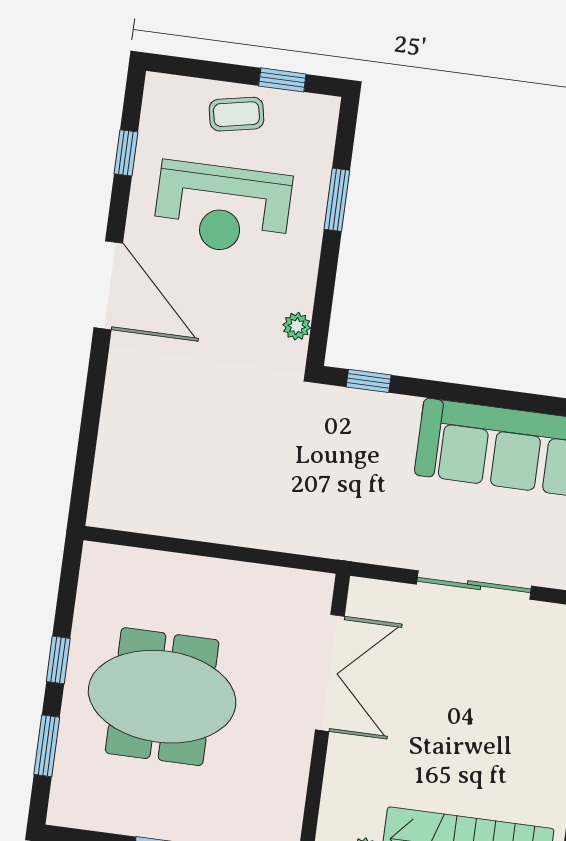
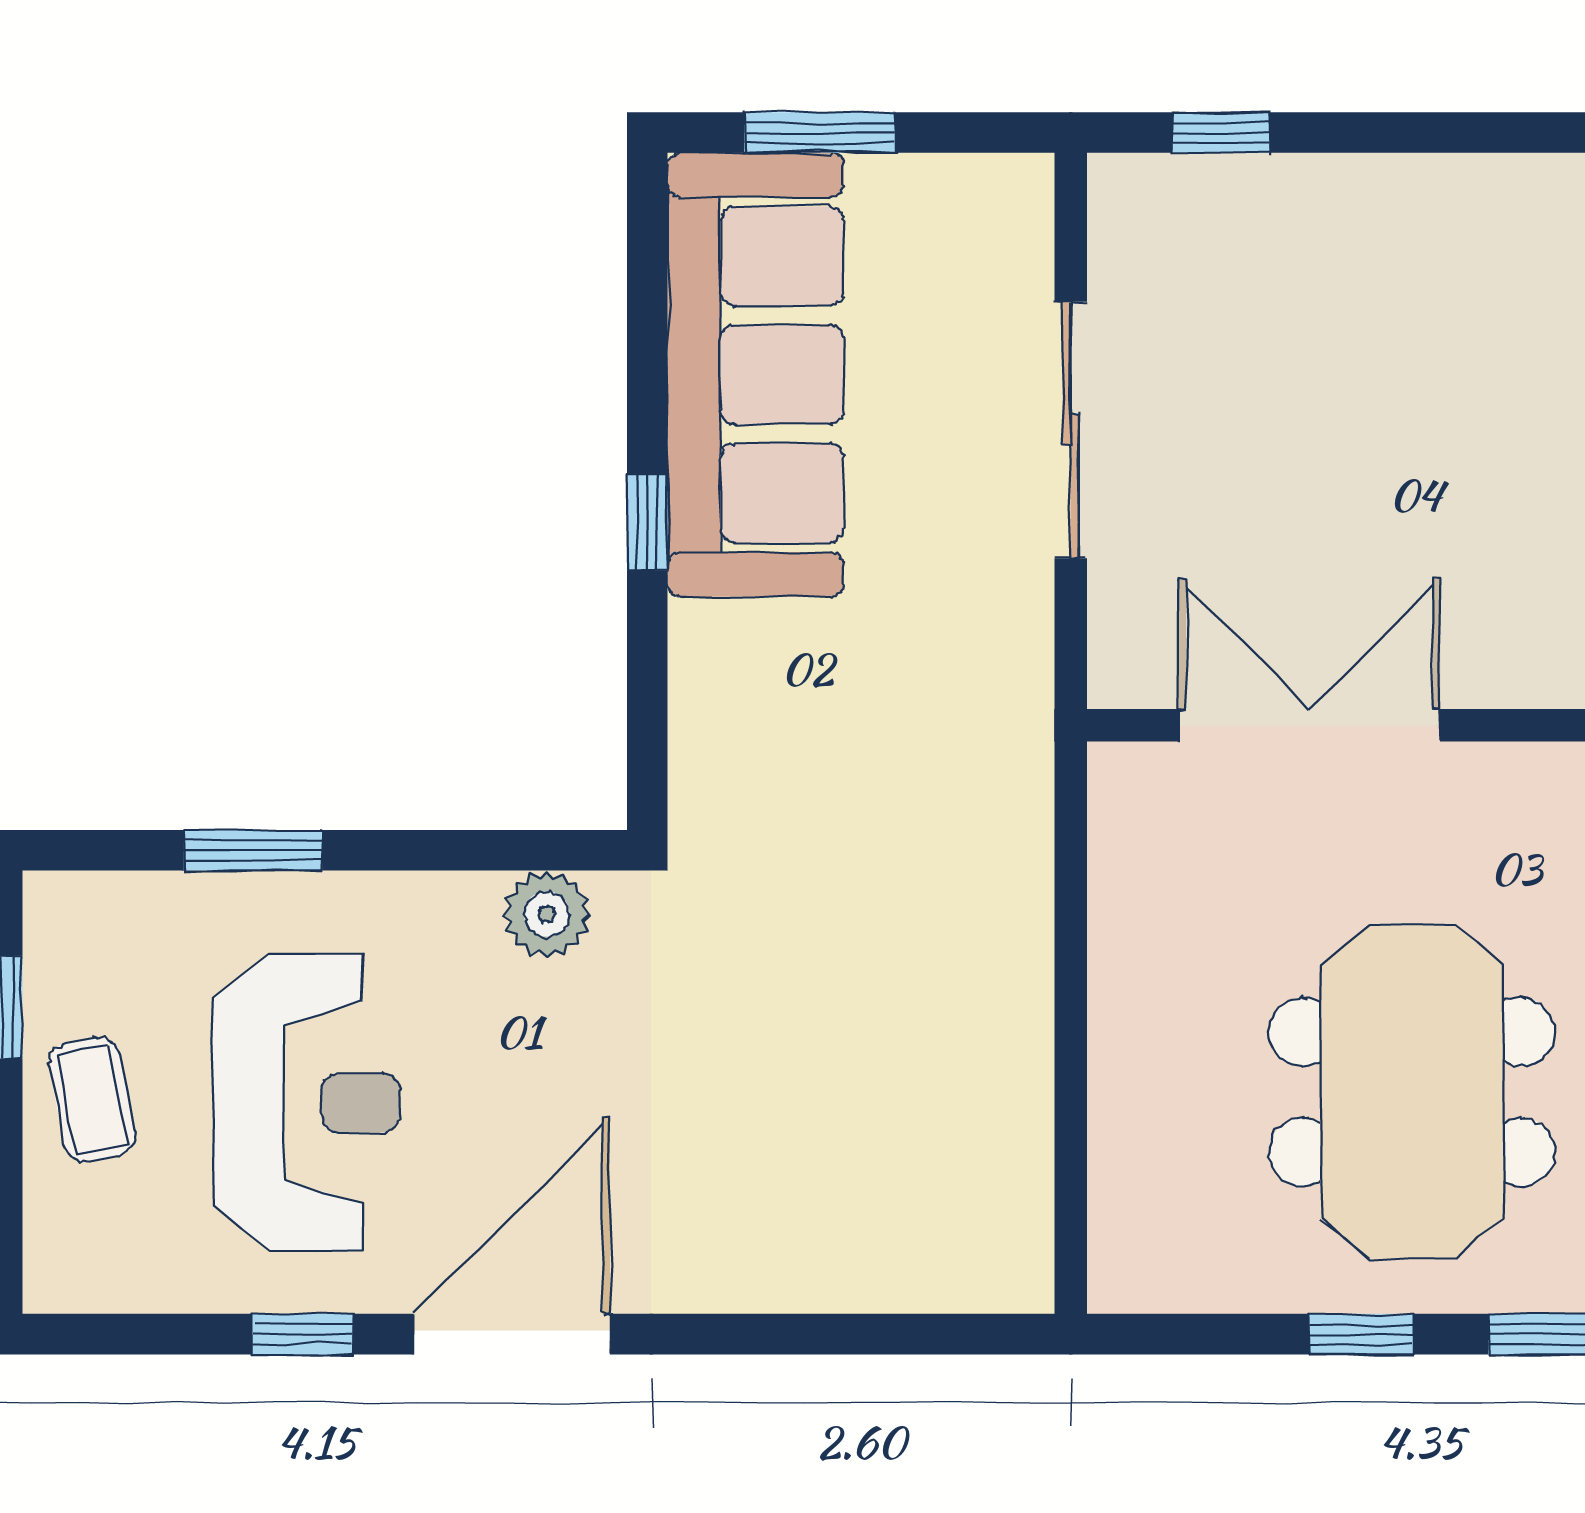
window: (126, 153) -> (302, 1334), moved
plant: (297, 326) -> (547, 914), width x1.38, depth x1.38
window: (369, 381) -> (647, 522), moved

